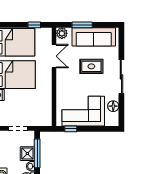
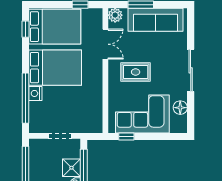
rug: (91, 66) -> (136, 72), moved

